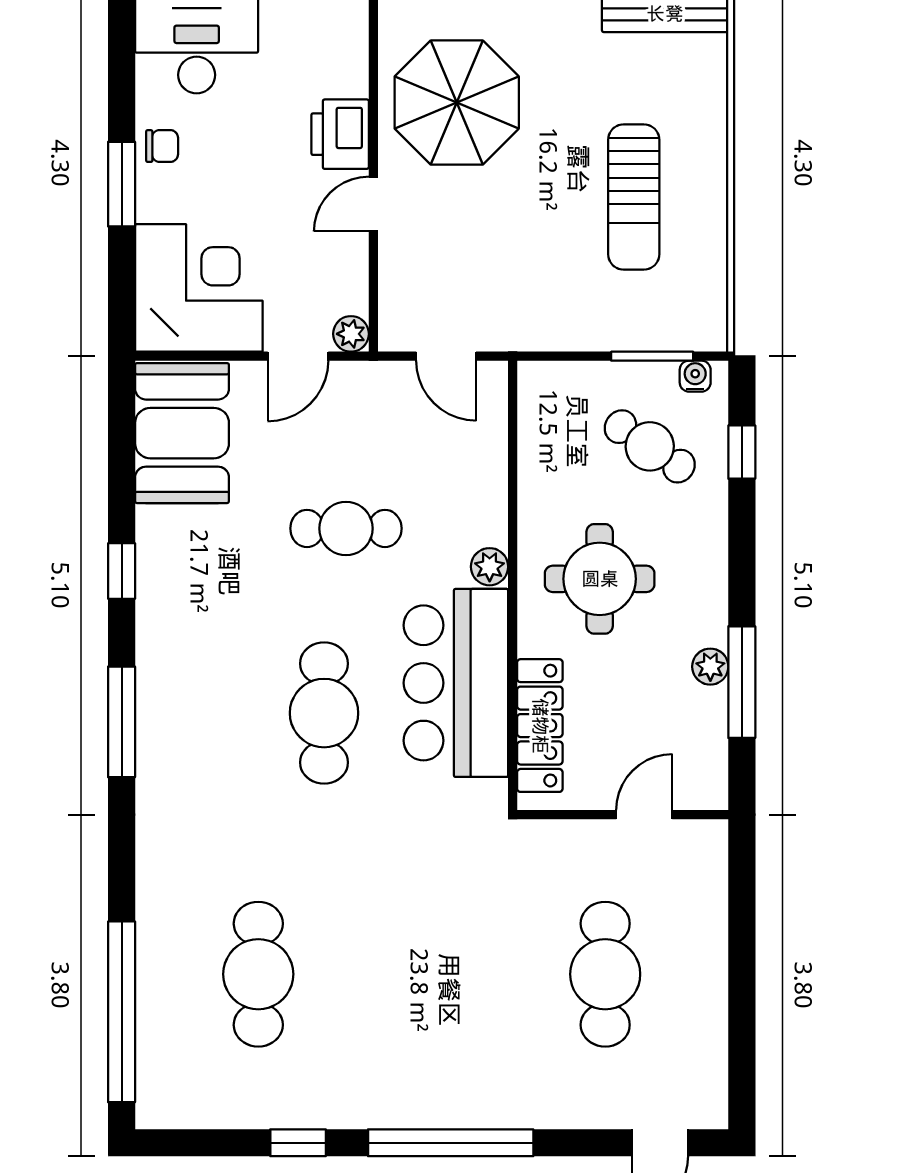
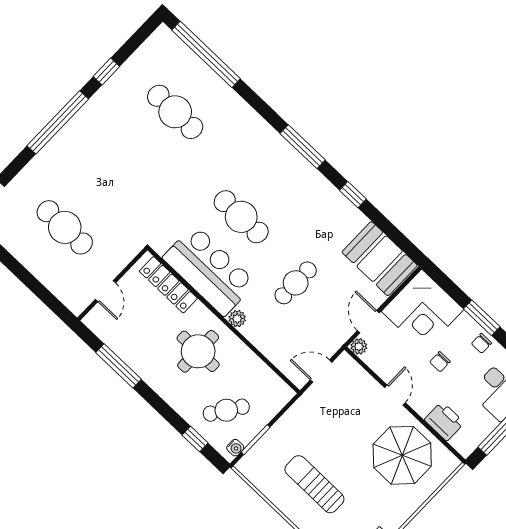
printer: (340, 134) -> (444, 421), moved
chair: (253, 184) -> (440, 362), added
plant: (710, 667) -> (134, 360), removed

